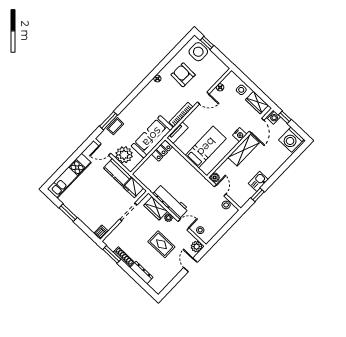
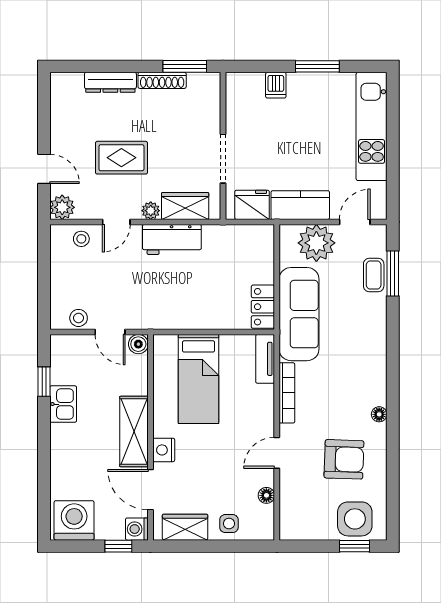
workbench: (171, 201) -> (172, 239), width x0.73
dishwasher: (101, 232) -> (276, 85), moved

